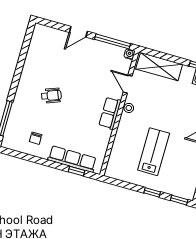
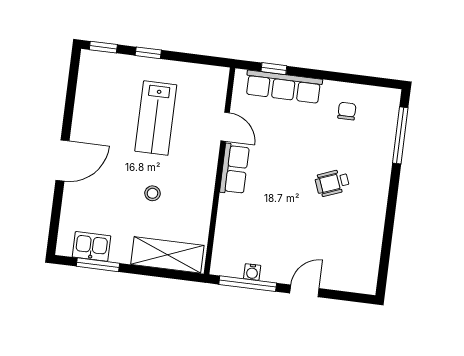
water cooler: (129, 54) -> (252, 272), moved
door: (128, 84) -> (225, 127), moved
stool: (129, 108) -> (153, 193), moved

